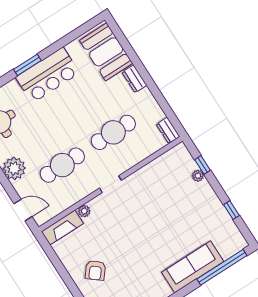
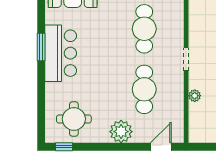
window: (27, 65) -> (41, 47), moved
fireplace: (62, 228) -> (197, 123), removed

